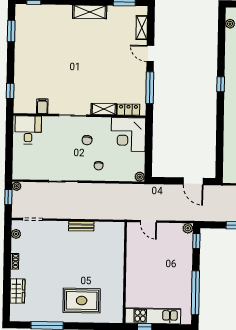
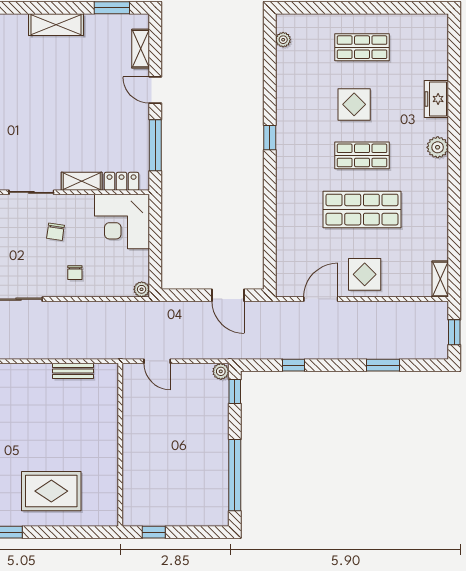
bench: (81, 226) -> (73, 371), moved
kitchen unit: (153, 316) -> (167, 514), removed

